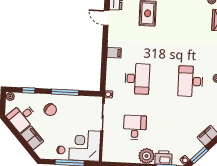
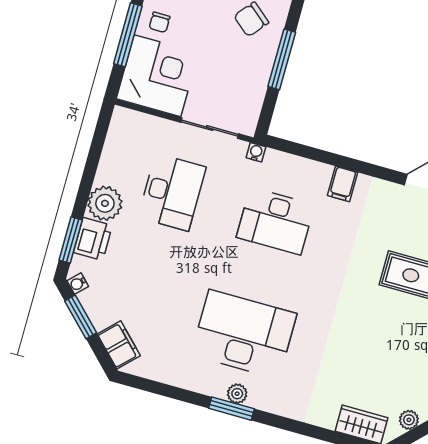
desk: (190, 81) -> (244, 334), width x1.36, depth x1.30
desk: (135, 127) -> (172, 192), width x1.37

